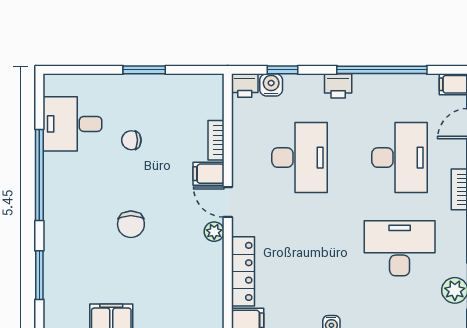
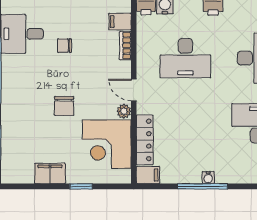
desk: (300, 158) -> (185, 58), turned 90
filing cabinet: (208, 174) -> (120, 22), moved
corner desk: (190, 277) -> (107, 144), added

